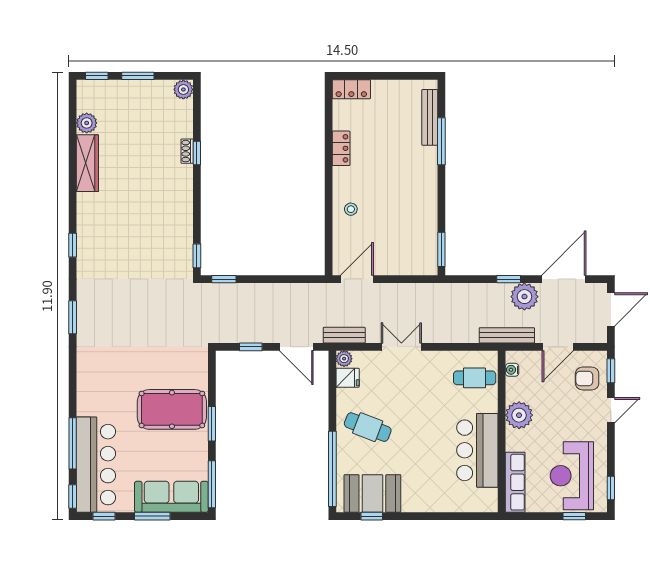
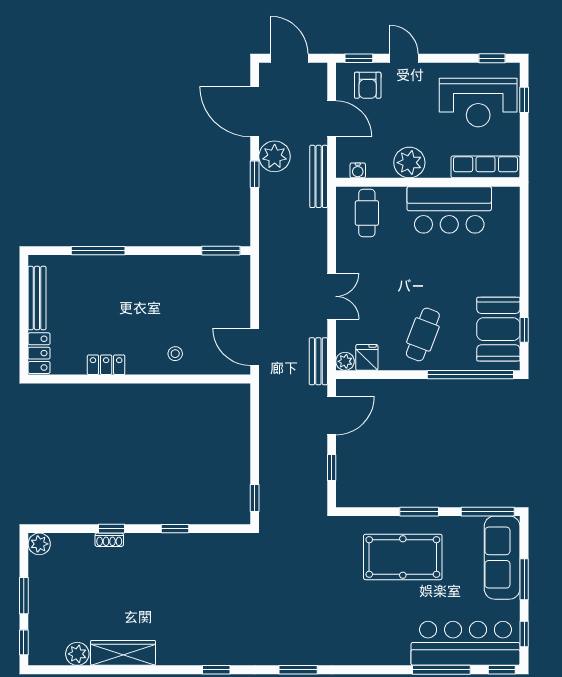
bench: (430, 117) -> (37, 298), moved, turned 90
window: (197, 256) -> (175, 529), moved
double door: (401, 347) -> (332, 296), swing flipped
pool table: (172, 409) -> (403, 557), turned 90

